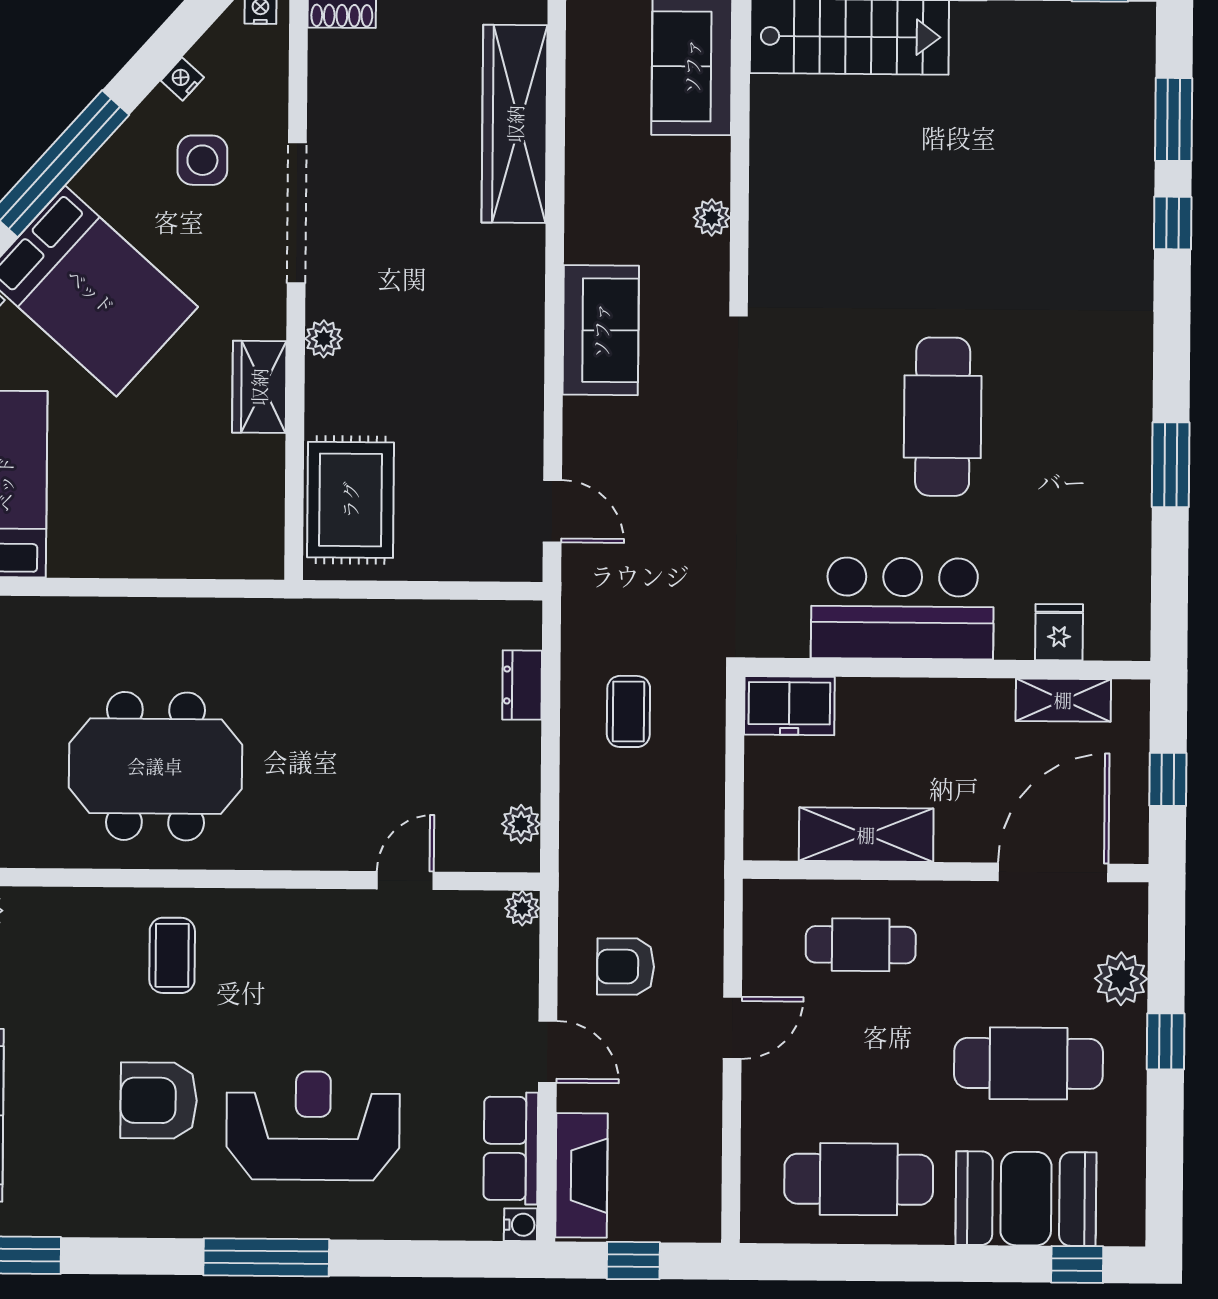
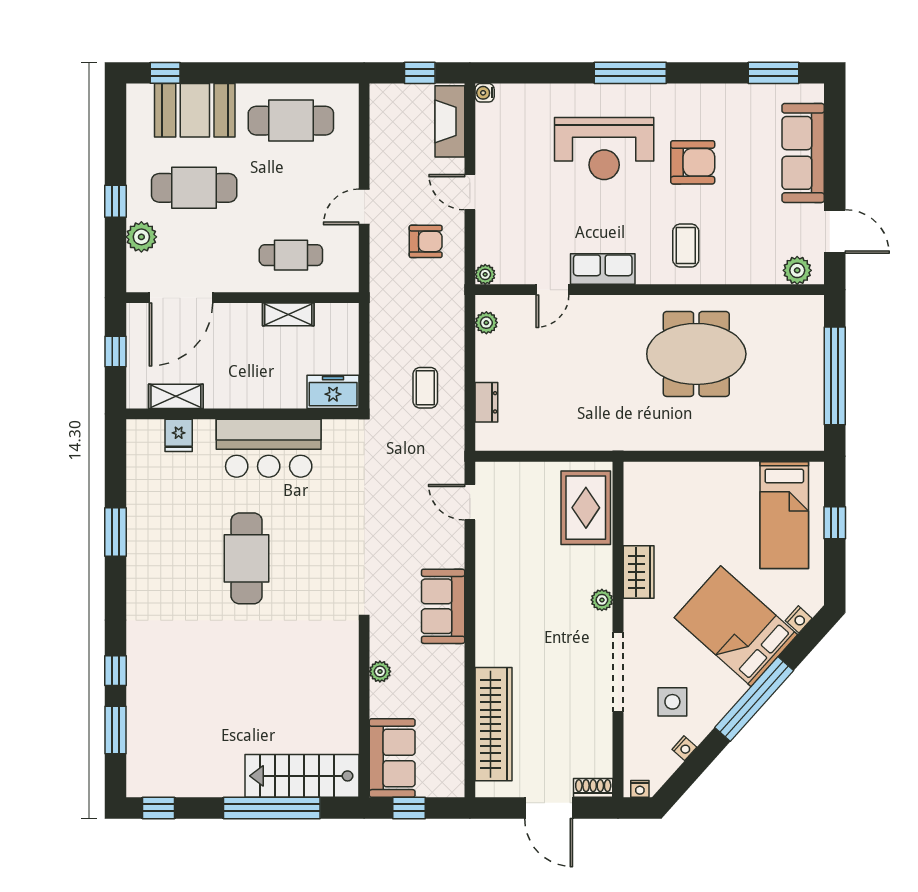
shelving: (866, 835) -> (288, 314), width x0.67, depth x0.75
row of seats: (511, 1148) -> (603, 269), moved, turned -90

